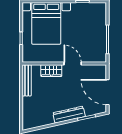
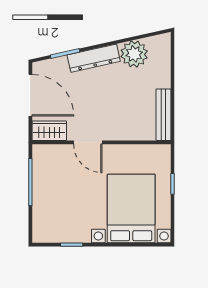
wardrobe: (51, 71) -> (49, 131), moved
plant: (44, 117) -> (134, 54), added

